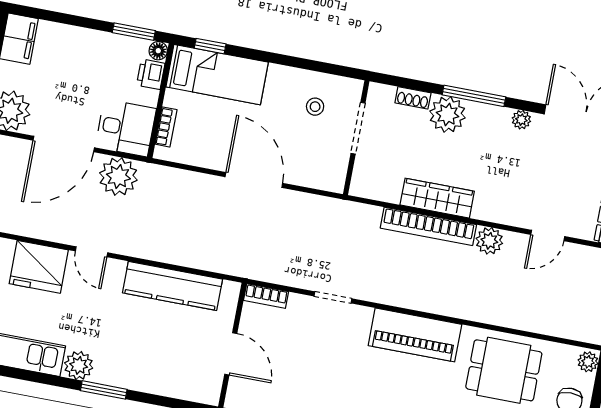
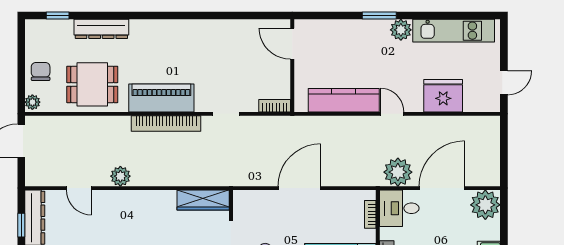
door: (254, 180) -> (299, 188), swing flipped
wardrobe: (437, 198) -> (203, 200), moved
bookcase: (428, 226) -> (166, 124), moved, turned 180
door: (548, 235) -> (79, 188), swing flipped
door: (92, 252) -> (392, 114), moved
door: (231, 354) -> (292, 44), moved

